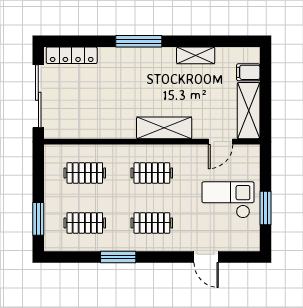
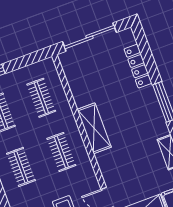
locker: (72, 55) -> (138, 66), moved
shelving: (164, 128) -> (94, 128), moved

